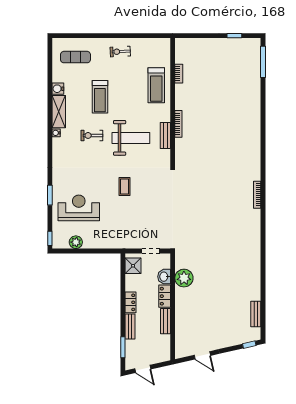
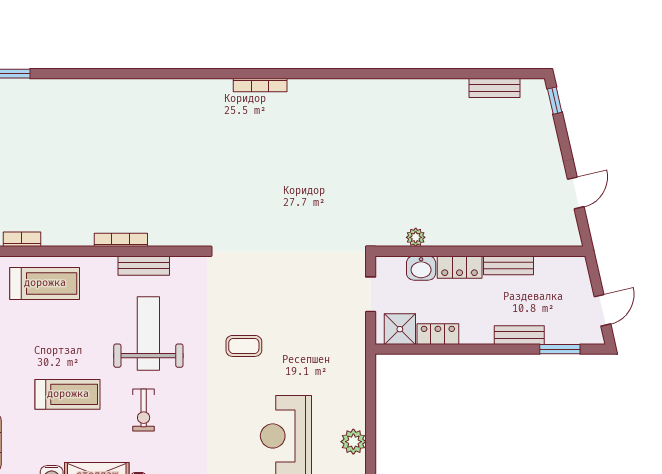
plant: (184, 278) -> (416, 237), width x0.53, depth x0.53
locker: (131, 302) -> (438, 334), moved

